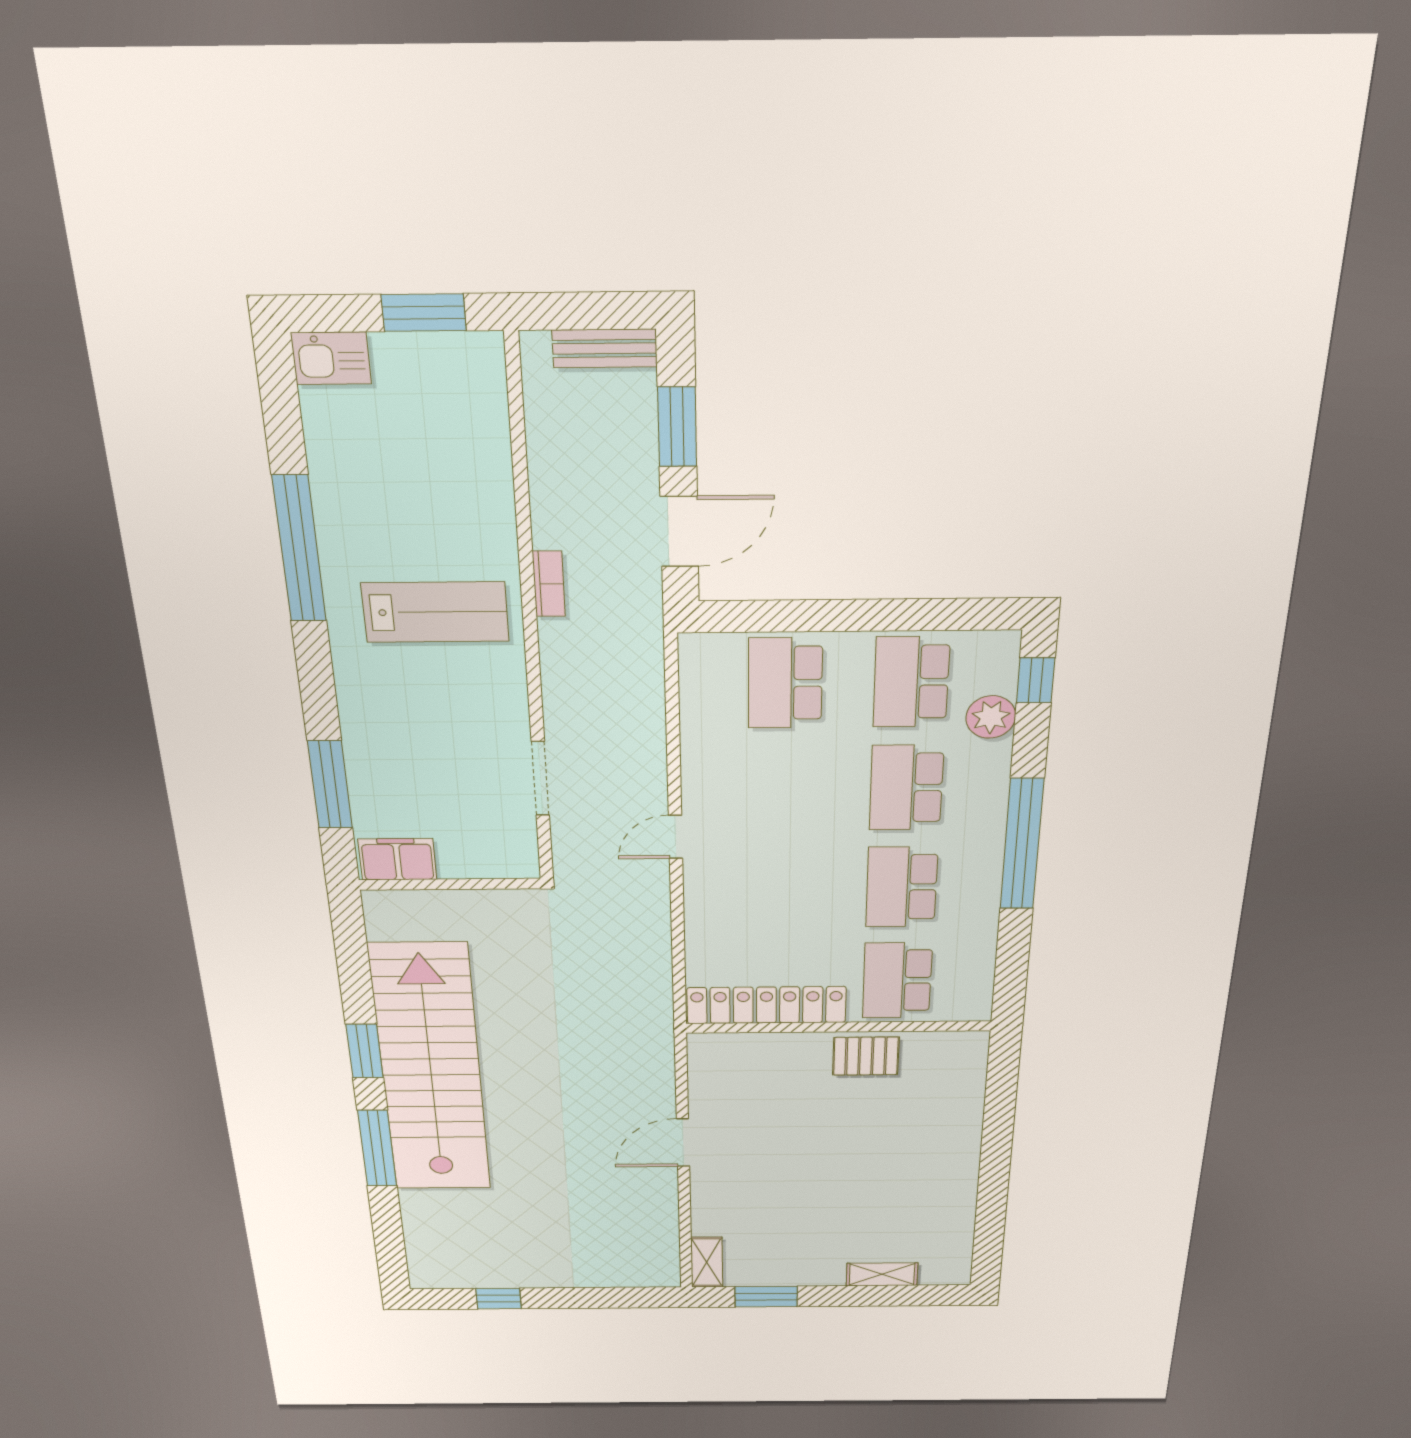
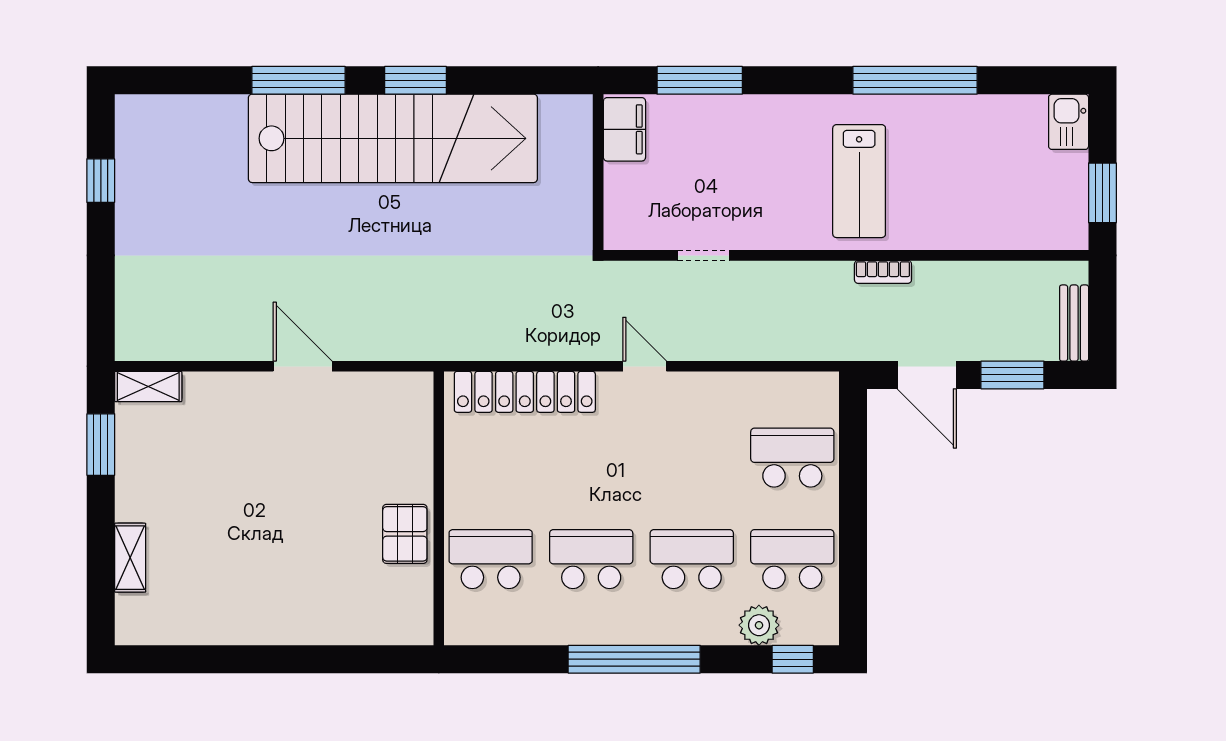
doorway: (540, 779) -> (704, 255), width x0.73
locker: (766, 1005) -> (525, 392), moved, turned 90

